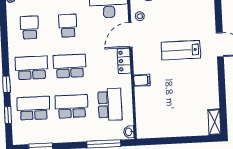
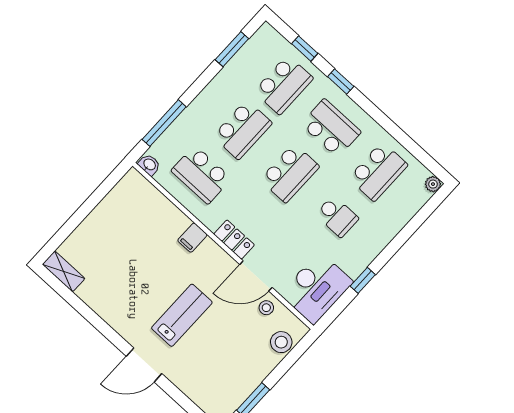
school desk: (30, 28) -> (378, 172), width x1.85
door: (130, 35) -> (256, 276), swing flipped
school desk: (32, 68) -> (331, 128), turned -90

